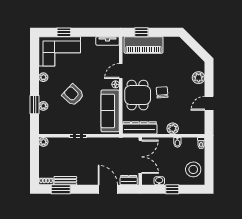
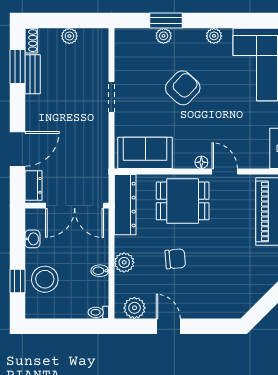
plant: (199, 78) -> (134, 308), moved
chair: (162, 92) -> (175, 259), moved
sofa: (110, 111) -> (145, 153), width x0.73
plant: (43, 142) -> (69, 36), moved
stool: (193, 169) -> (45, 279), moved
window: (172, 189) -> (17, 281), moved

